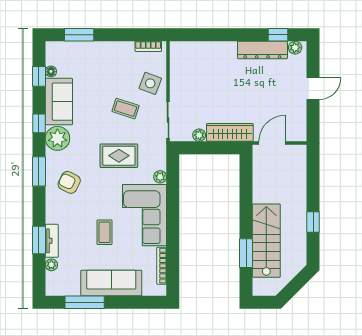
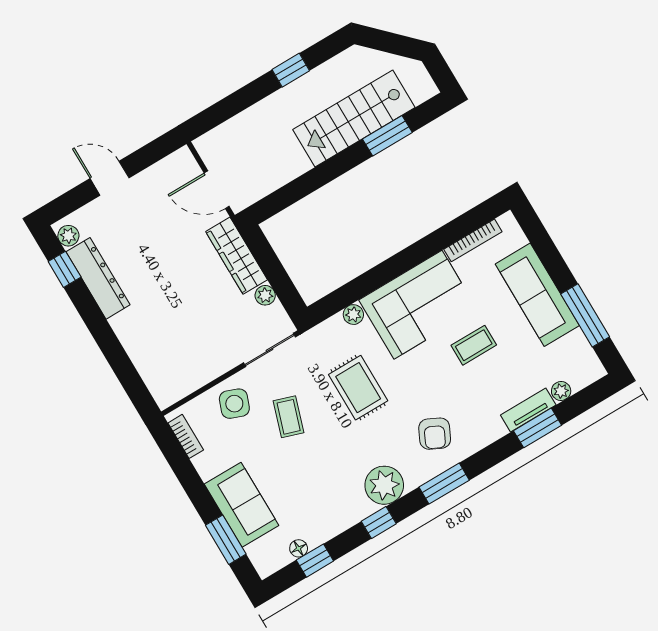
sofa: (59, 102) -> (242, 505), moved, turned 90

